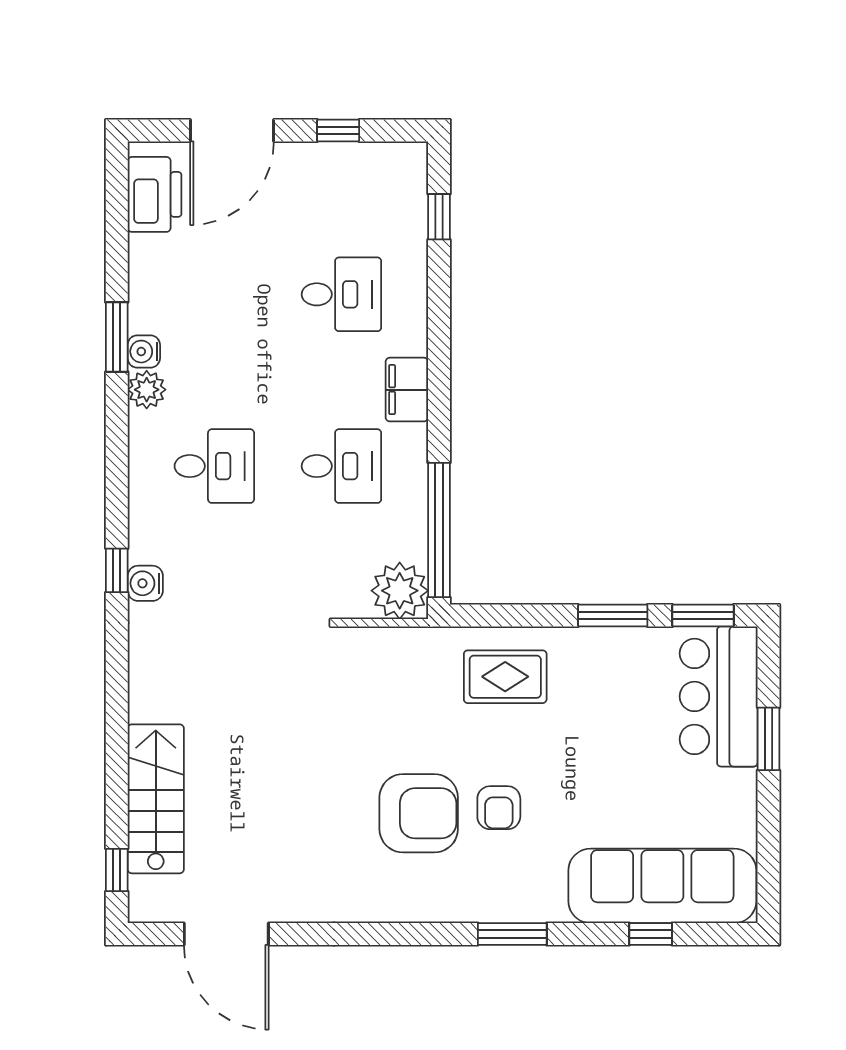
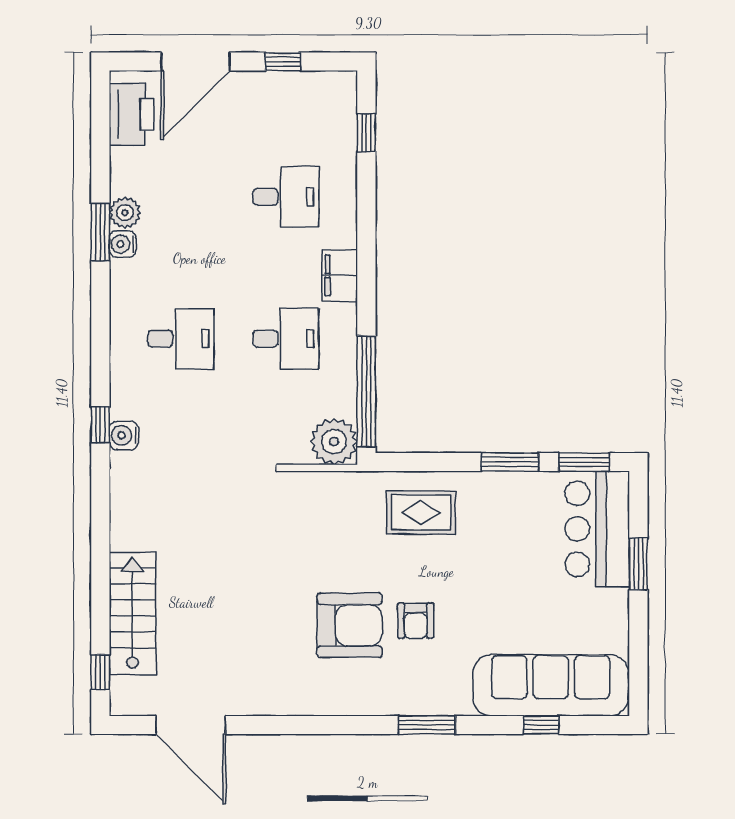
plant: (147, 390) -> (125, 213), moved

